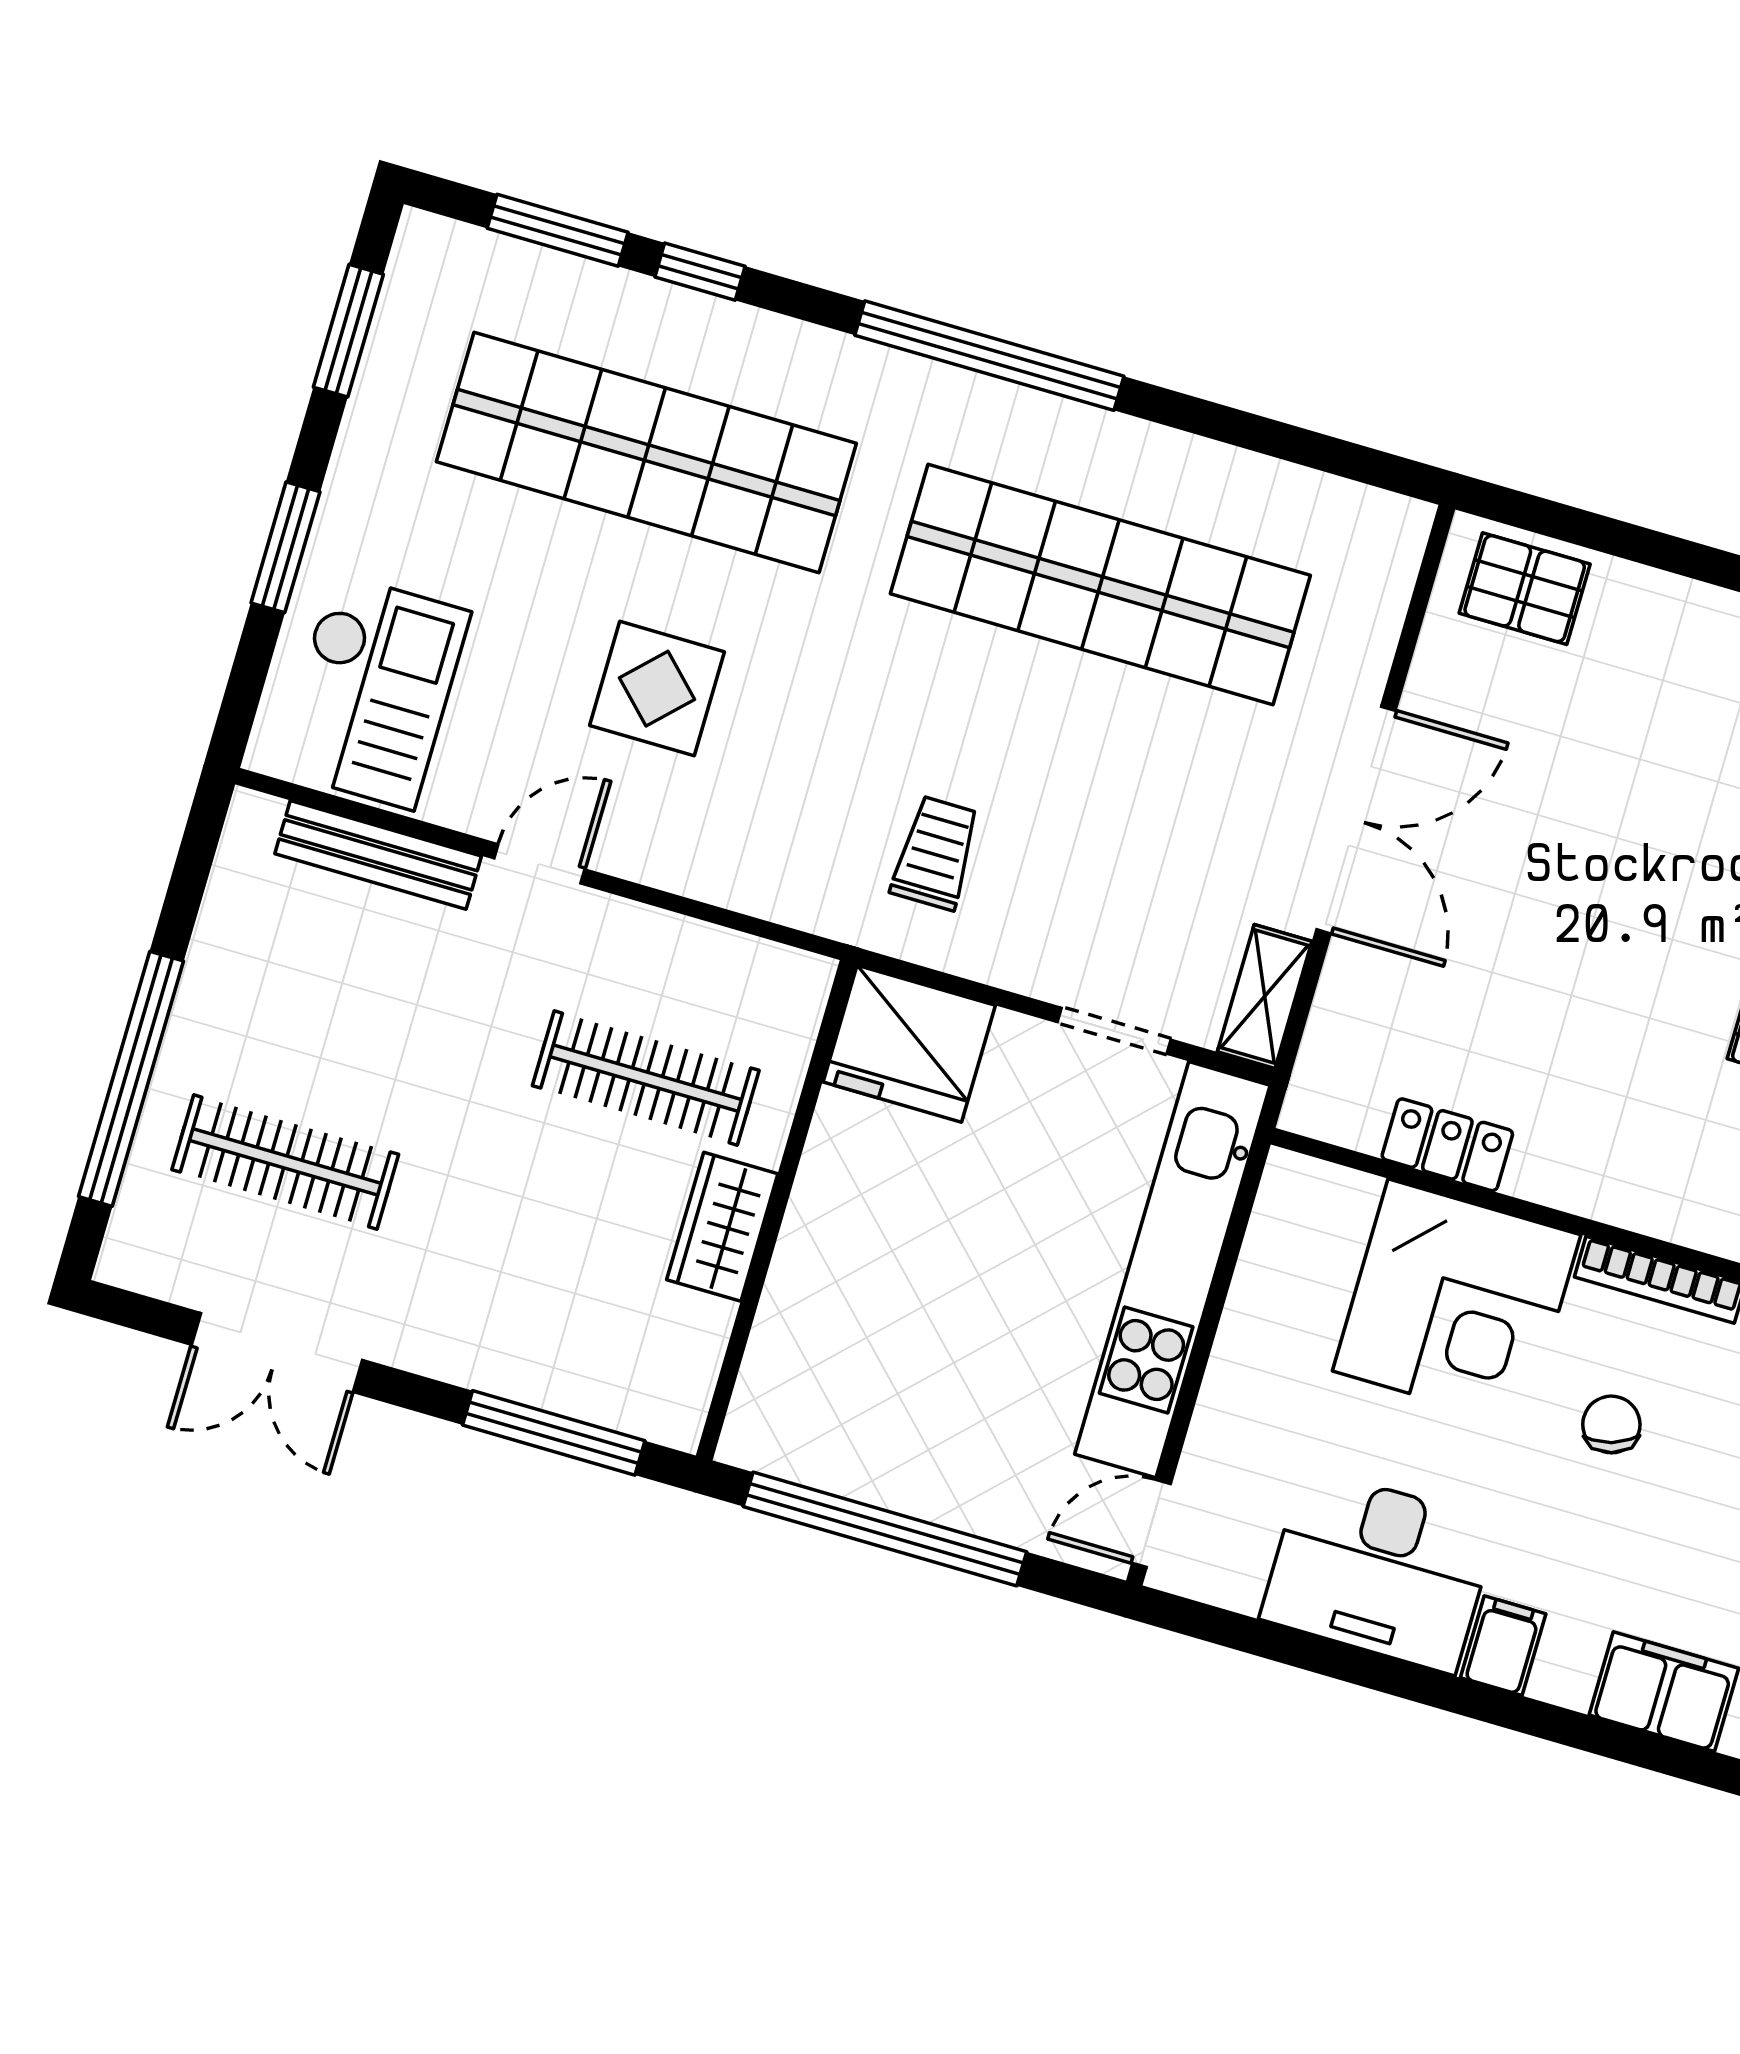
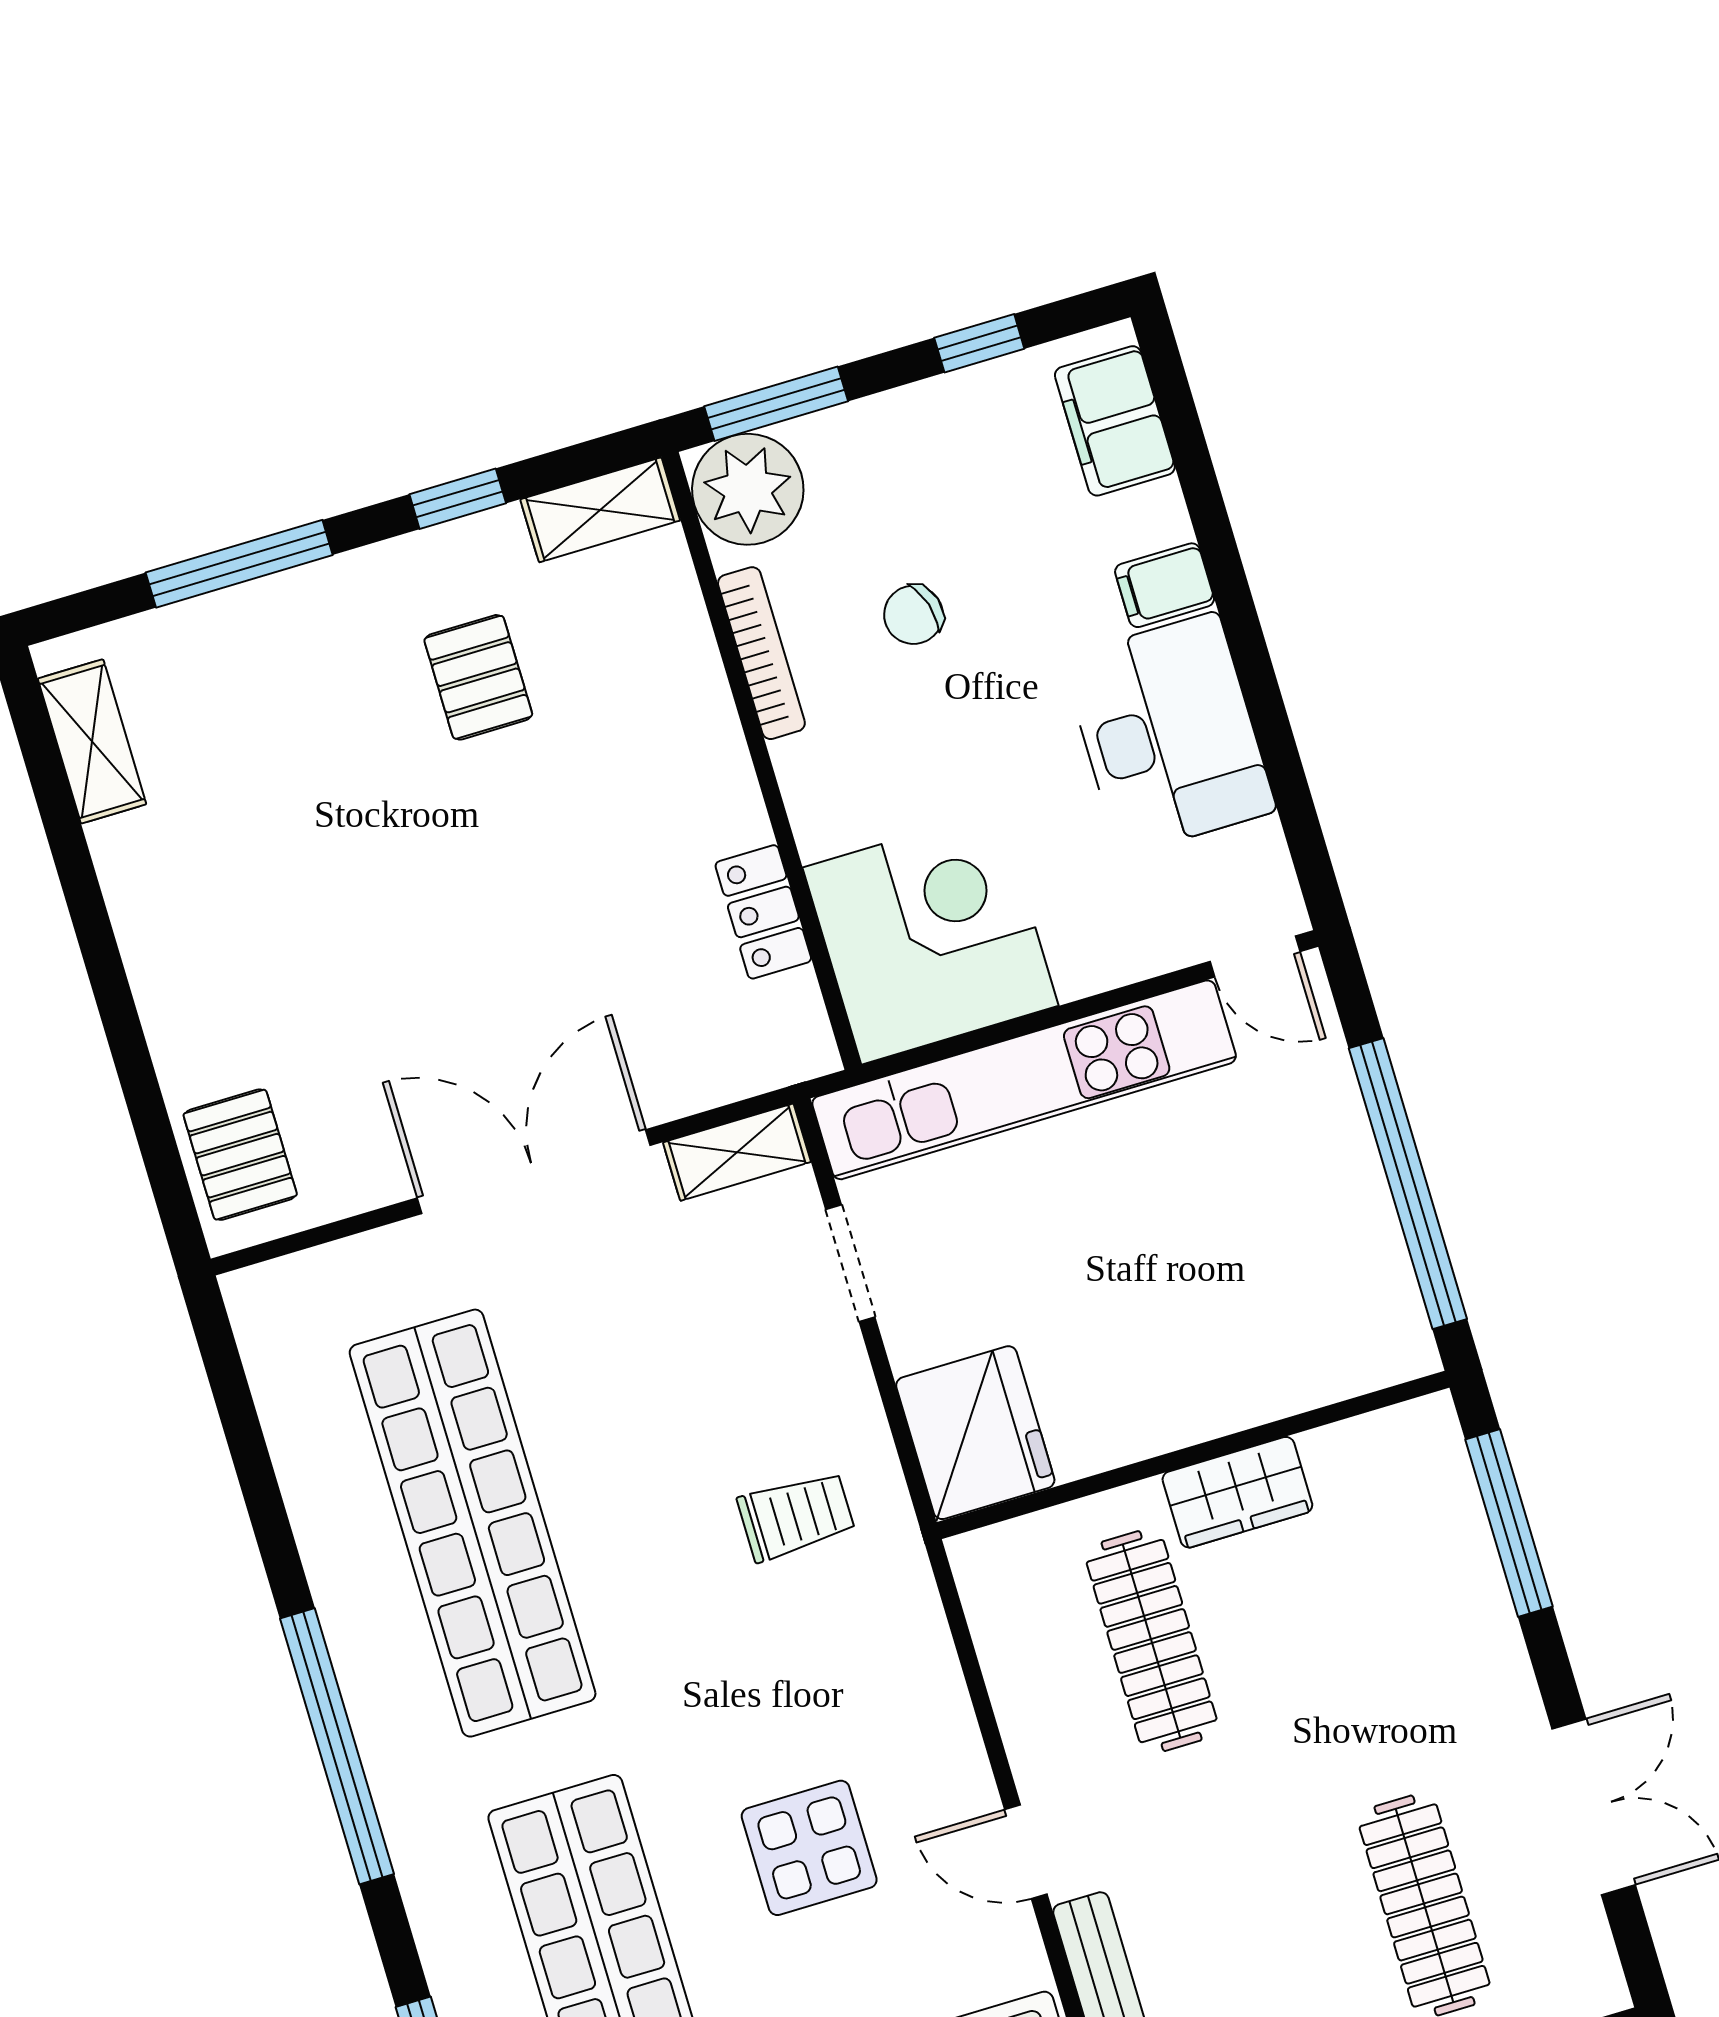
trolley: (936, 853) -> (796, 1516), turned 180
corner desk: (1457, 1303) -> (931, 937), moved

